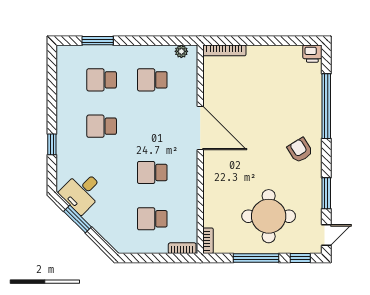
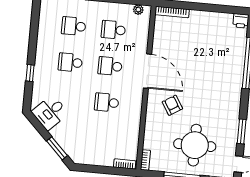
armchair: (300, 150) -> (172, 105), moved
window: (78, 219) -> (57, 148), moved
school desk: (152, 219) -> (110, 66), moved

